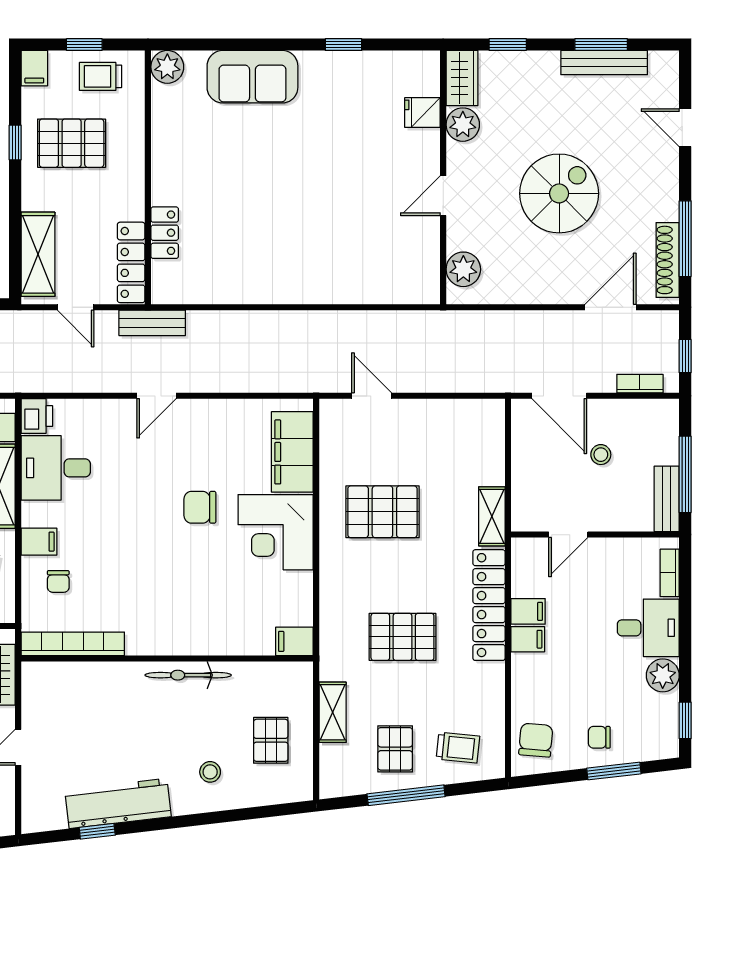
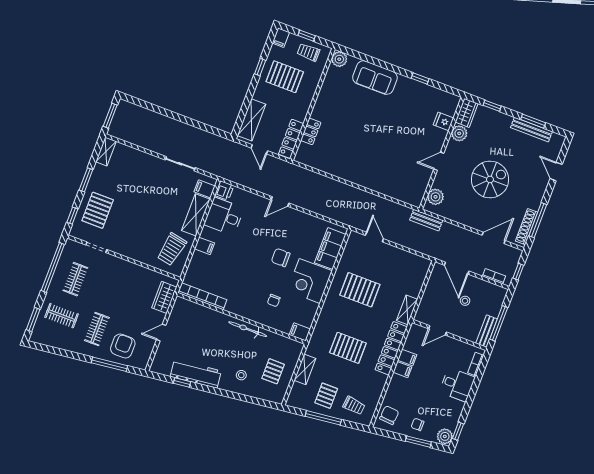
bench: (152, 323) -> (426, 220), moved
chair: (58, 581) -> (274, 300), moved
plant: (663, 675) -> (445, 436), moved

